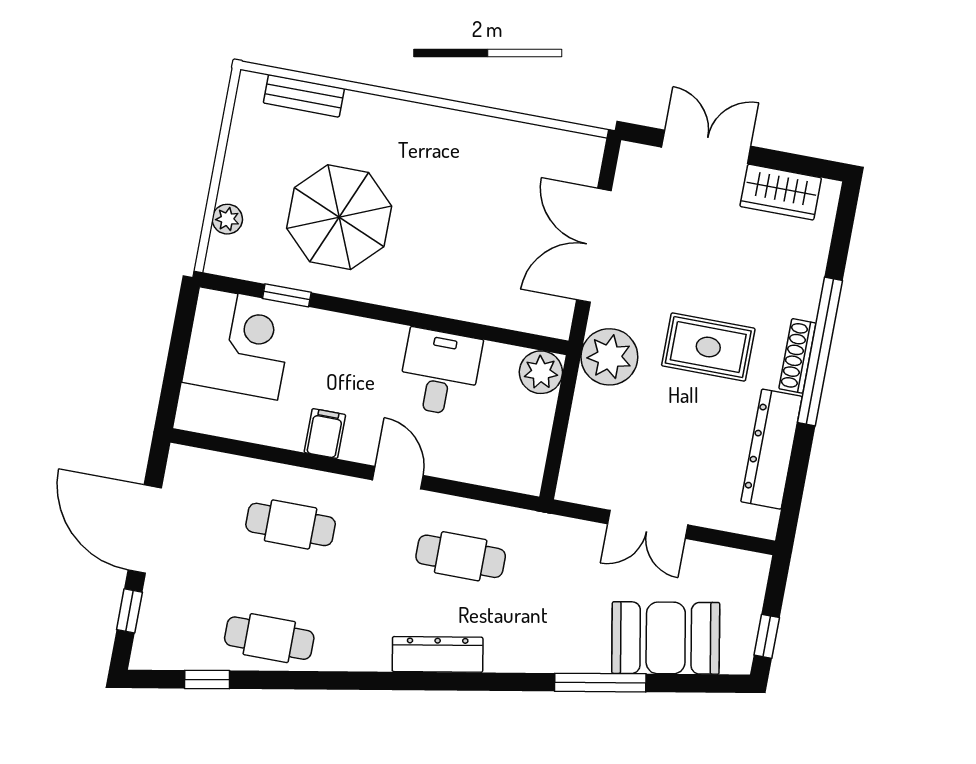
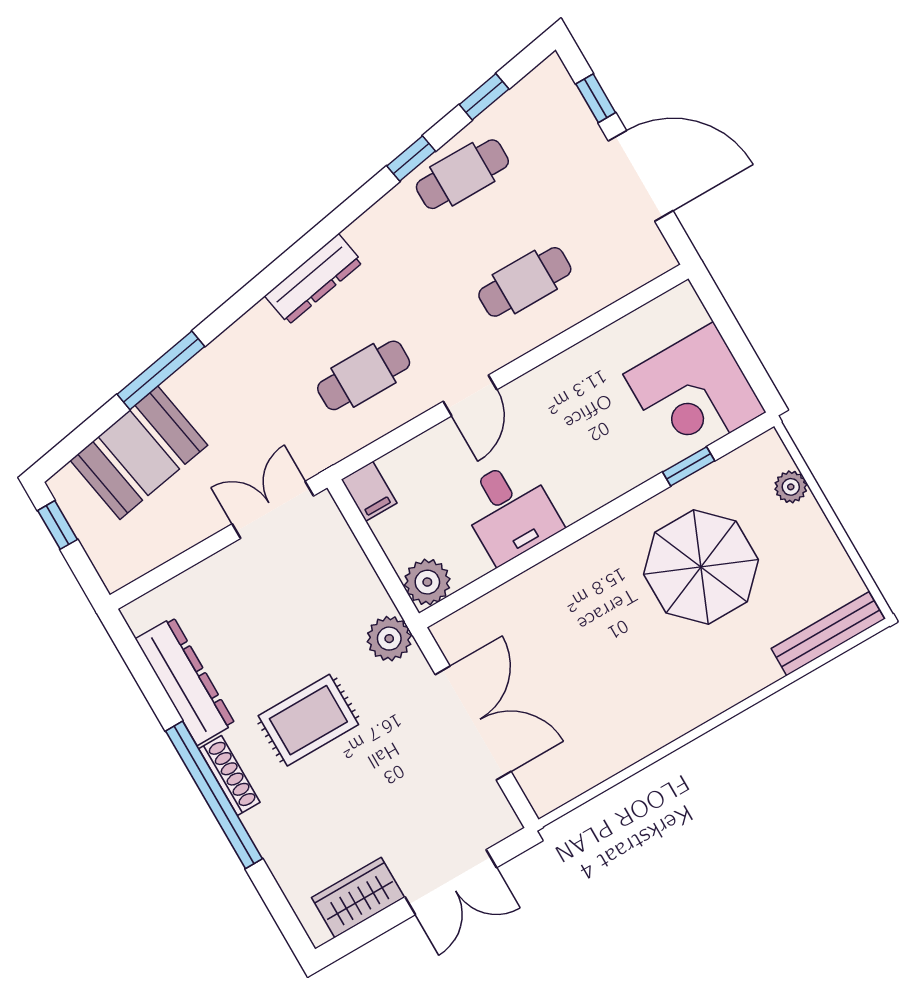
bench: (304, 96) -> (828, 634), width x1.36
plant: (609, 357) -> (389, 639), width x0.73, depth x0.73
filing cabinet: (325, 433) -> (369, 491), moved
door: (398, 478) -> (470, 396), hinge flipped
double door: (648, 524) -> (273, 510), moved
window: (296, 680) -> (411, 159), added

